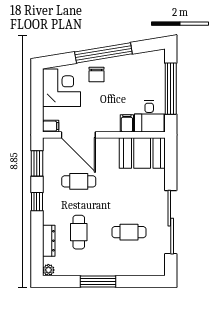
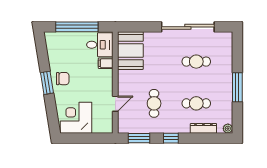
window: (103, 53) -> (47, 83), width x0.47
chair: (97, 74) -> (63, 79), moved
filing cabinet: (51, 126) -> (108, 127), removed
door: (78, 135) -> (115, 104), width x0.53
cafe table: (129, 232) -> (196, 62), turned 90

